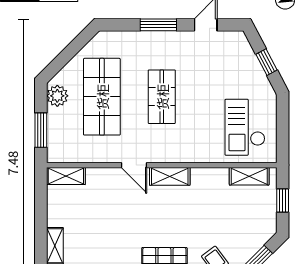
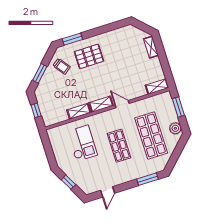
window: (158, 25) -> (148, 179), moved
checkout: (245, 127) -> (82, 143), moved
shelving: (249, 176) -> (79, 111), moved

